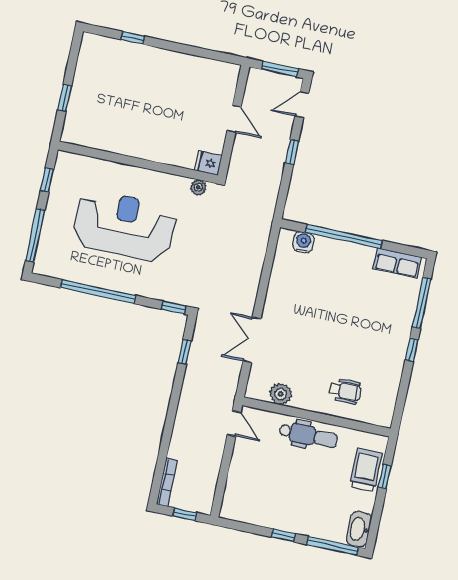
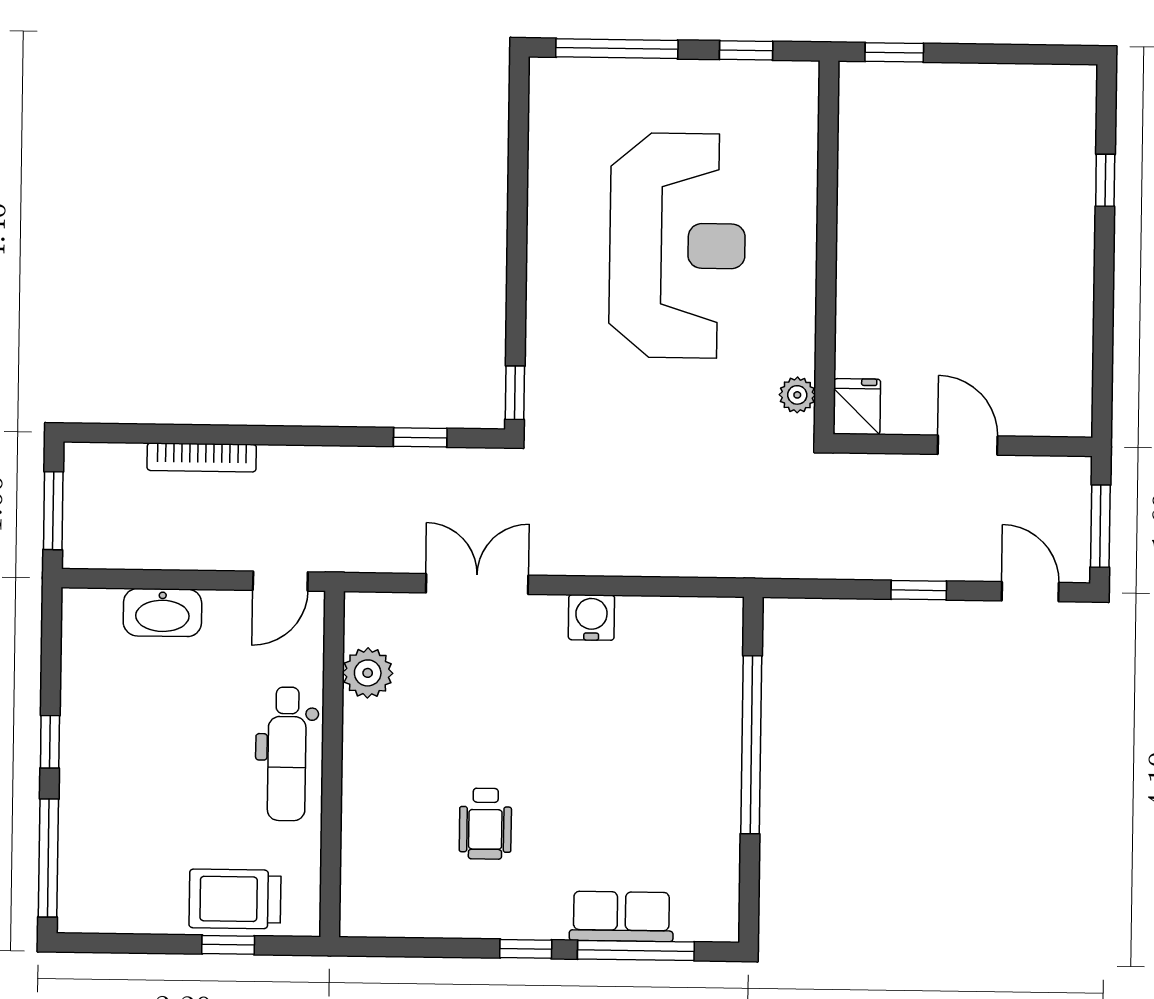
window: (64, 98) -> (894, 52), moved
door: (234, 119) -> (968, 445), swing flipped
water cooler: (303, 242) -> (591, 617), moved, turned -90
row of seats: (397, 263) -> (621, 916), moved, turned 90
window: (98, 292) -> (517, 216), removed
wheelchair: (345, 391) -> (485, 824), moved
trolley: (366, 470) -> (235, 899), turned 180
bookcase: (167, 482) -> (202, 457), moved
window: (185, 514) -> (53, 511), width x1.50
washbasin: (359, 529) -> (162, 613), moved, turned 180

